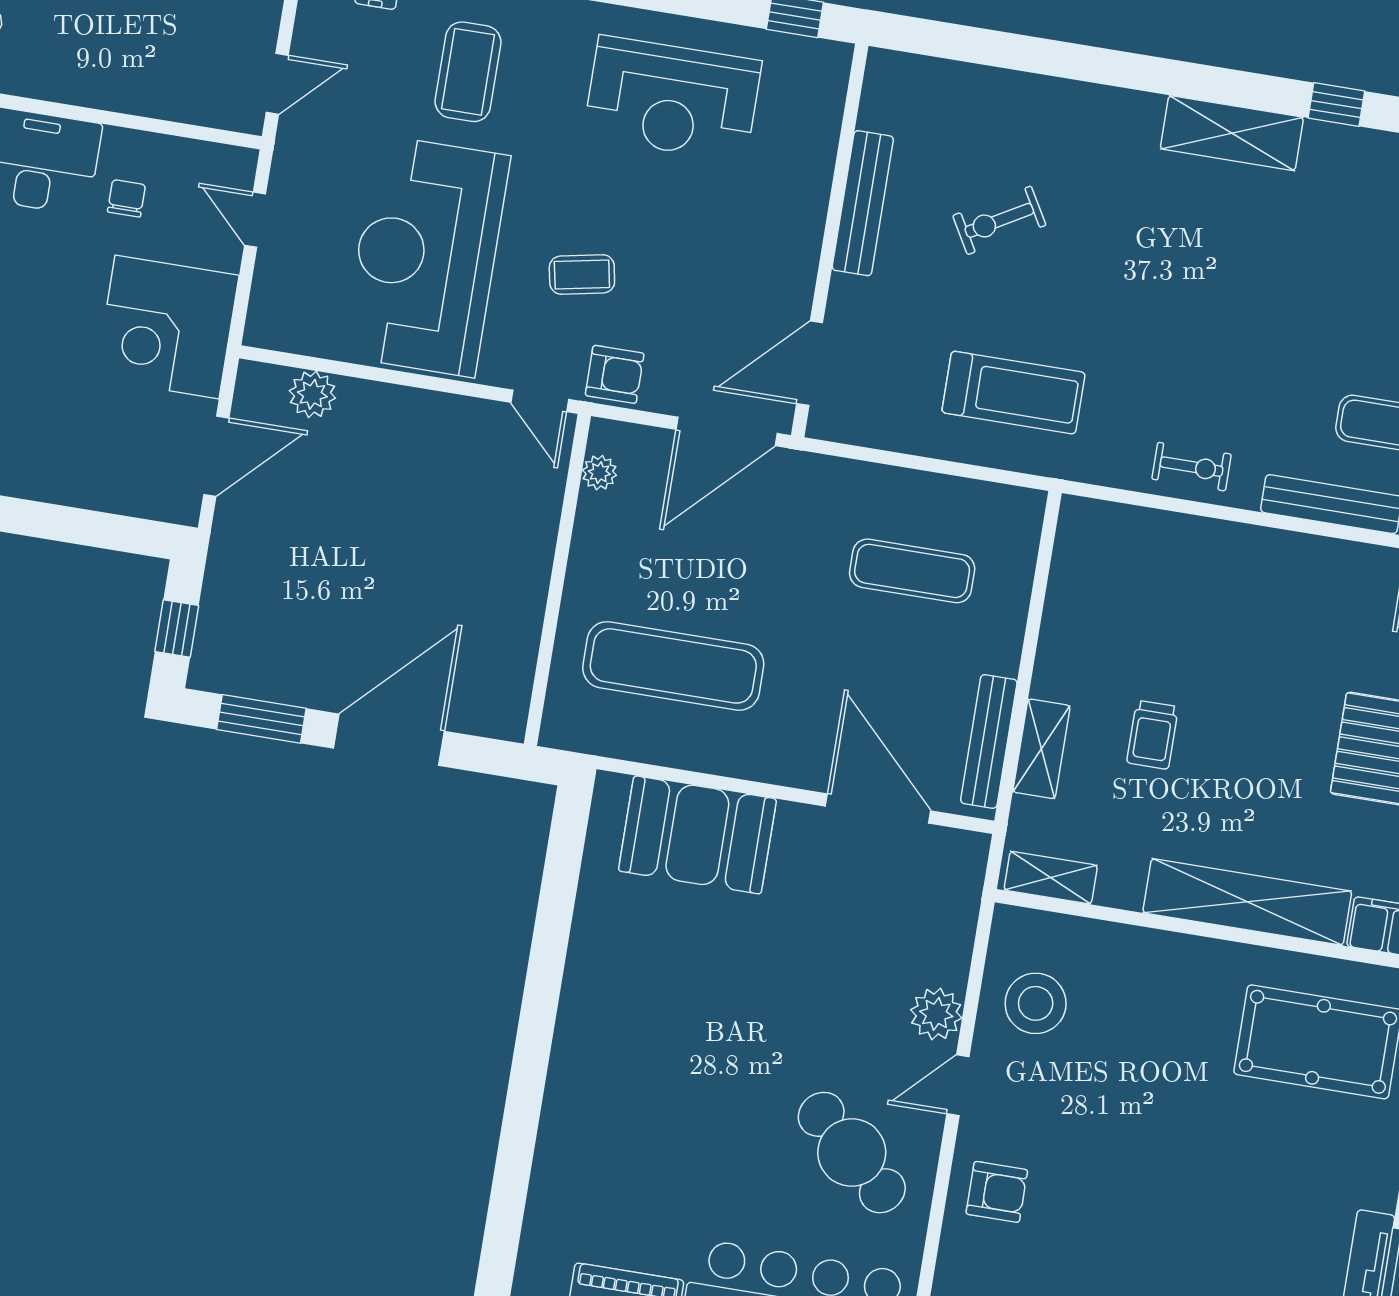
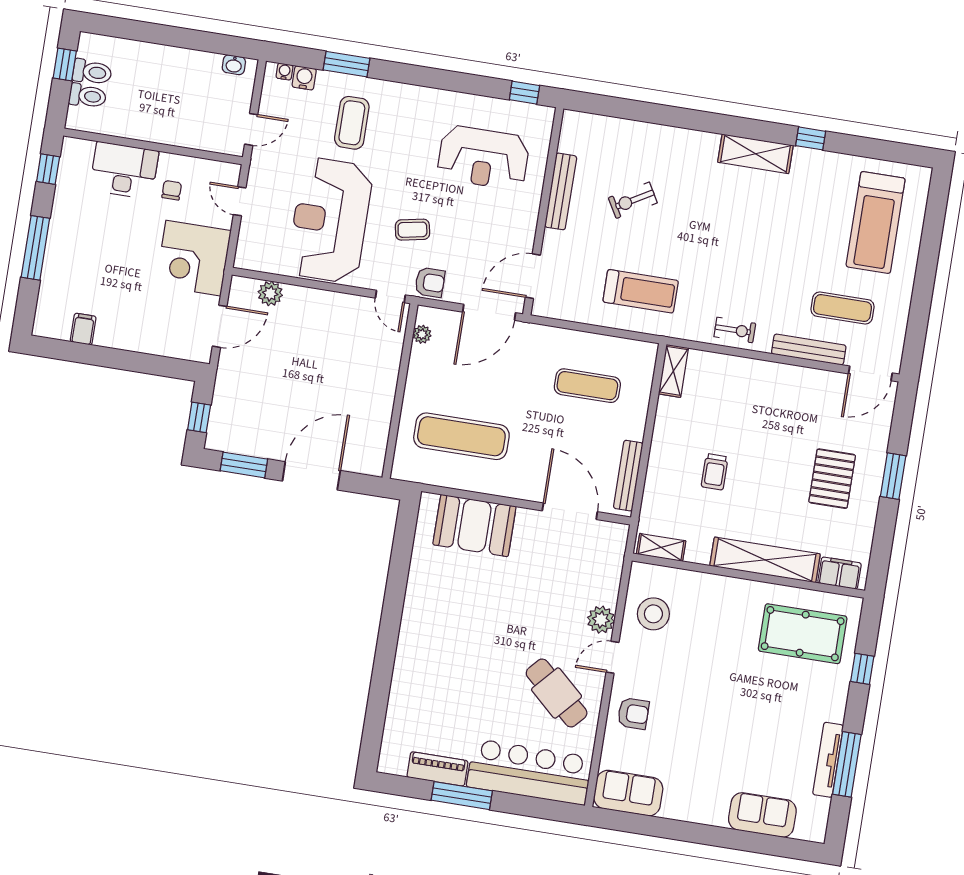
reception desk: (672, 99) -> (483, 158), moved
shelving: (1041, 749) -> (673, 371), moved

